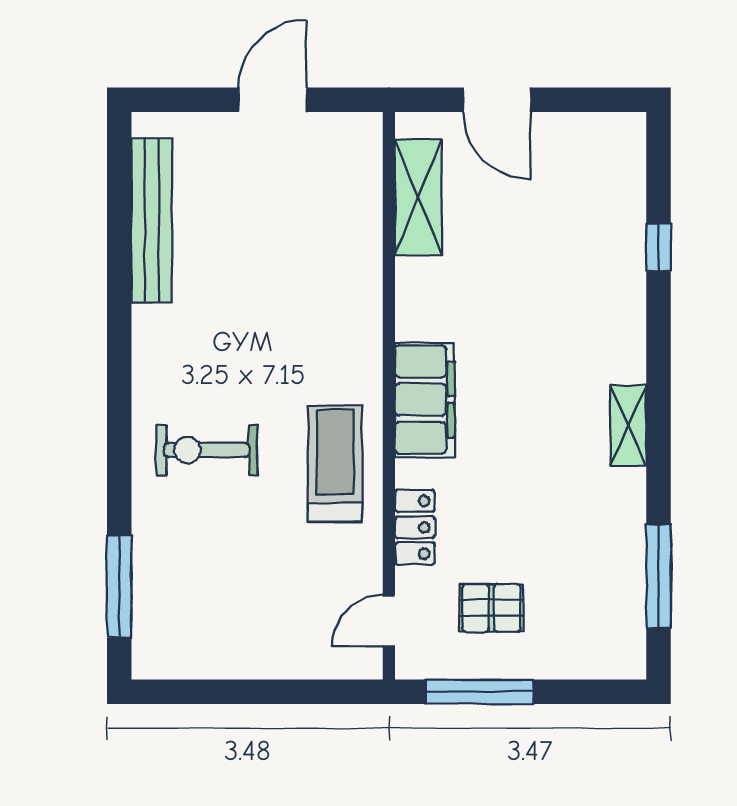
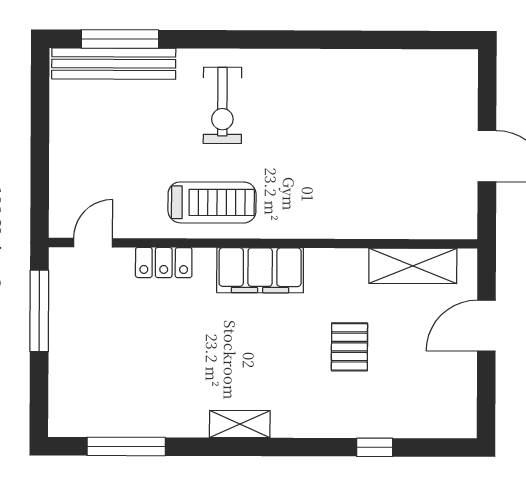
bench: (152, 220) -> (114, 64), moved
exercise bike: (207, 450) -> (222, 105), turned 180
pallet: (491, 608) -> (349, 347), moved
door: (389, 621) -> (93, 243), hinge flipped

